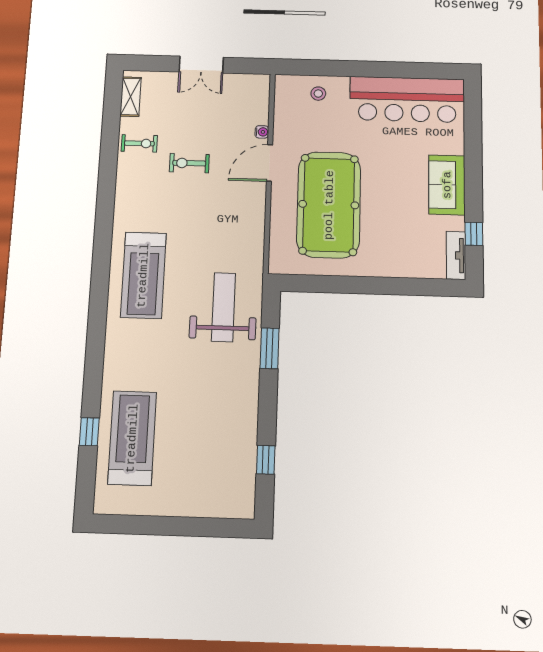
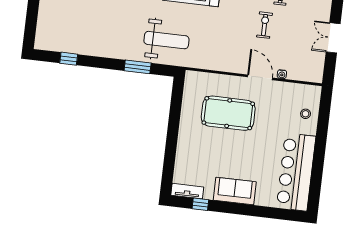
pool table: (329, 205) -> (228, 113), width x0.73, depth x0.76

